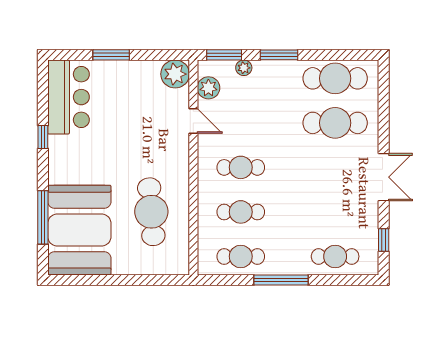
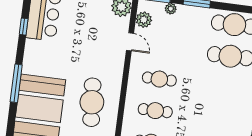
window: (43, 137) -> (24, 27), moved
window: (43, 217) -> (16, 83), moved

